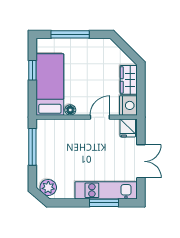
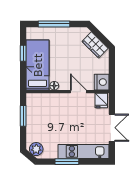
wardrobe: (129, 80) -> (95, 45), moved, turned -45
door: (100, 117) -> (78, 92), hinge flipped
window: (32, 147) -> (23, 116), width x0.69
window: (104, 203) -> (67, 162), moved

